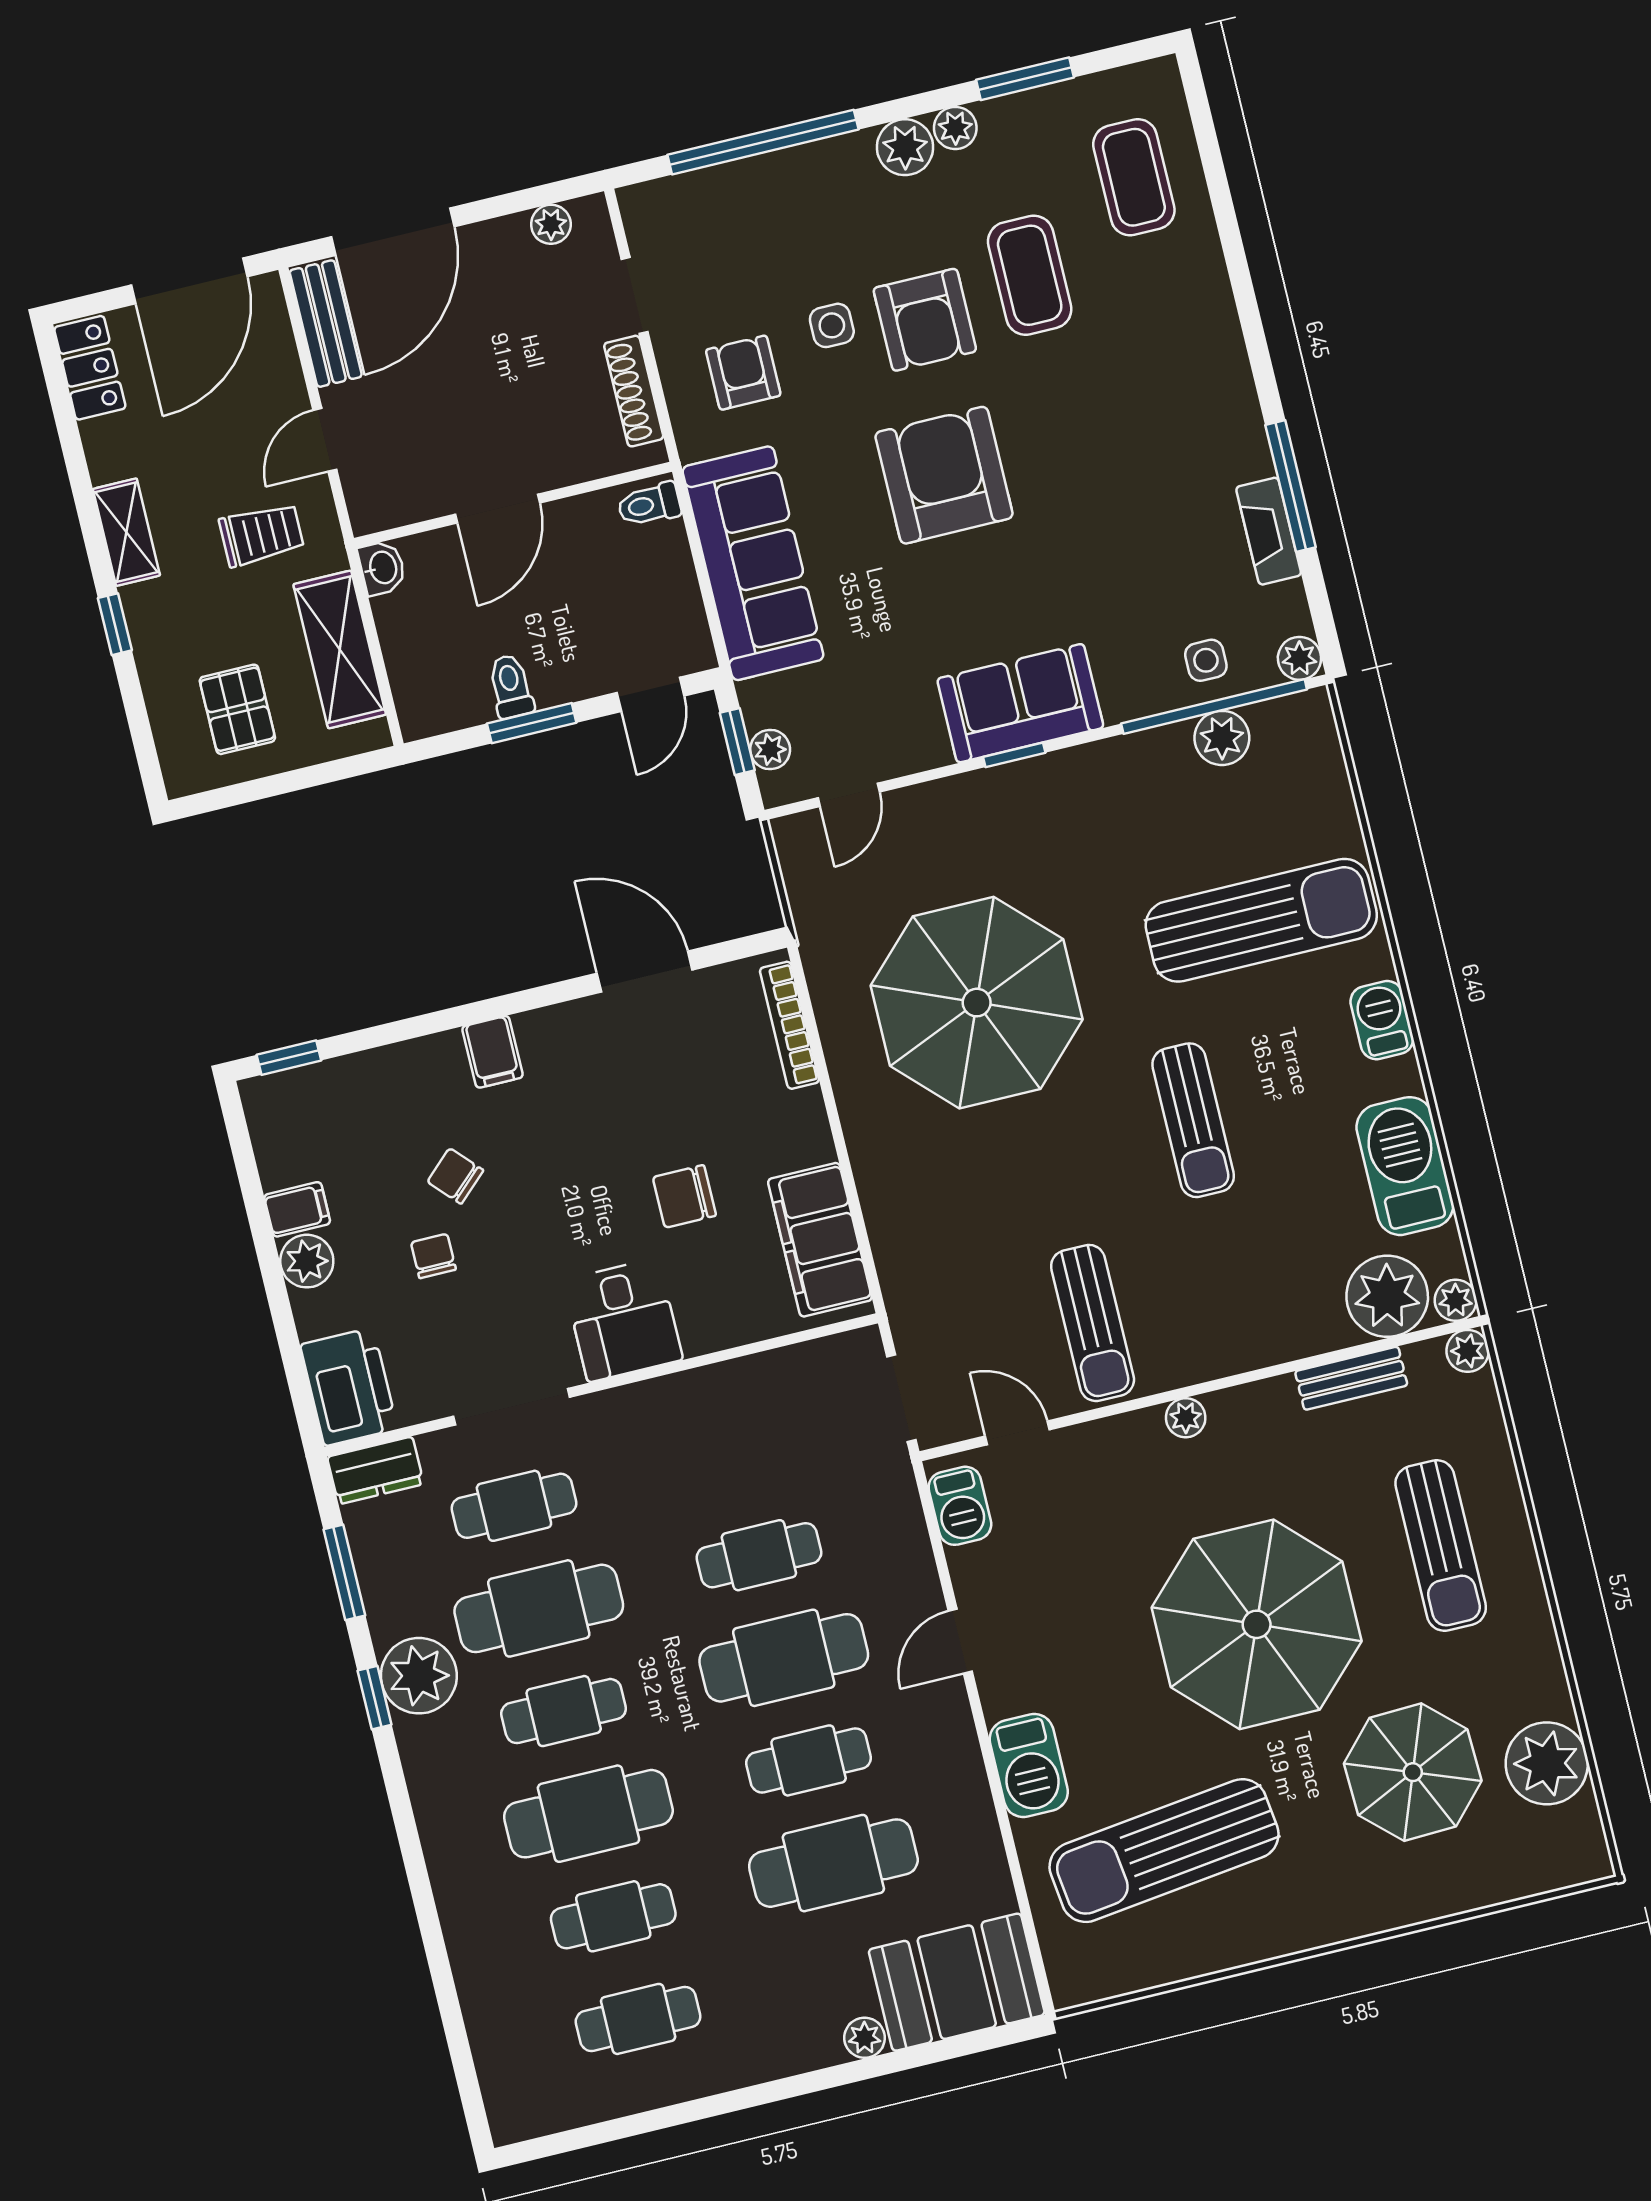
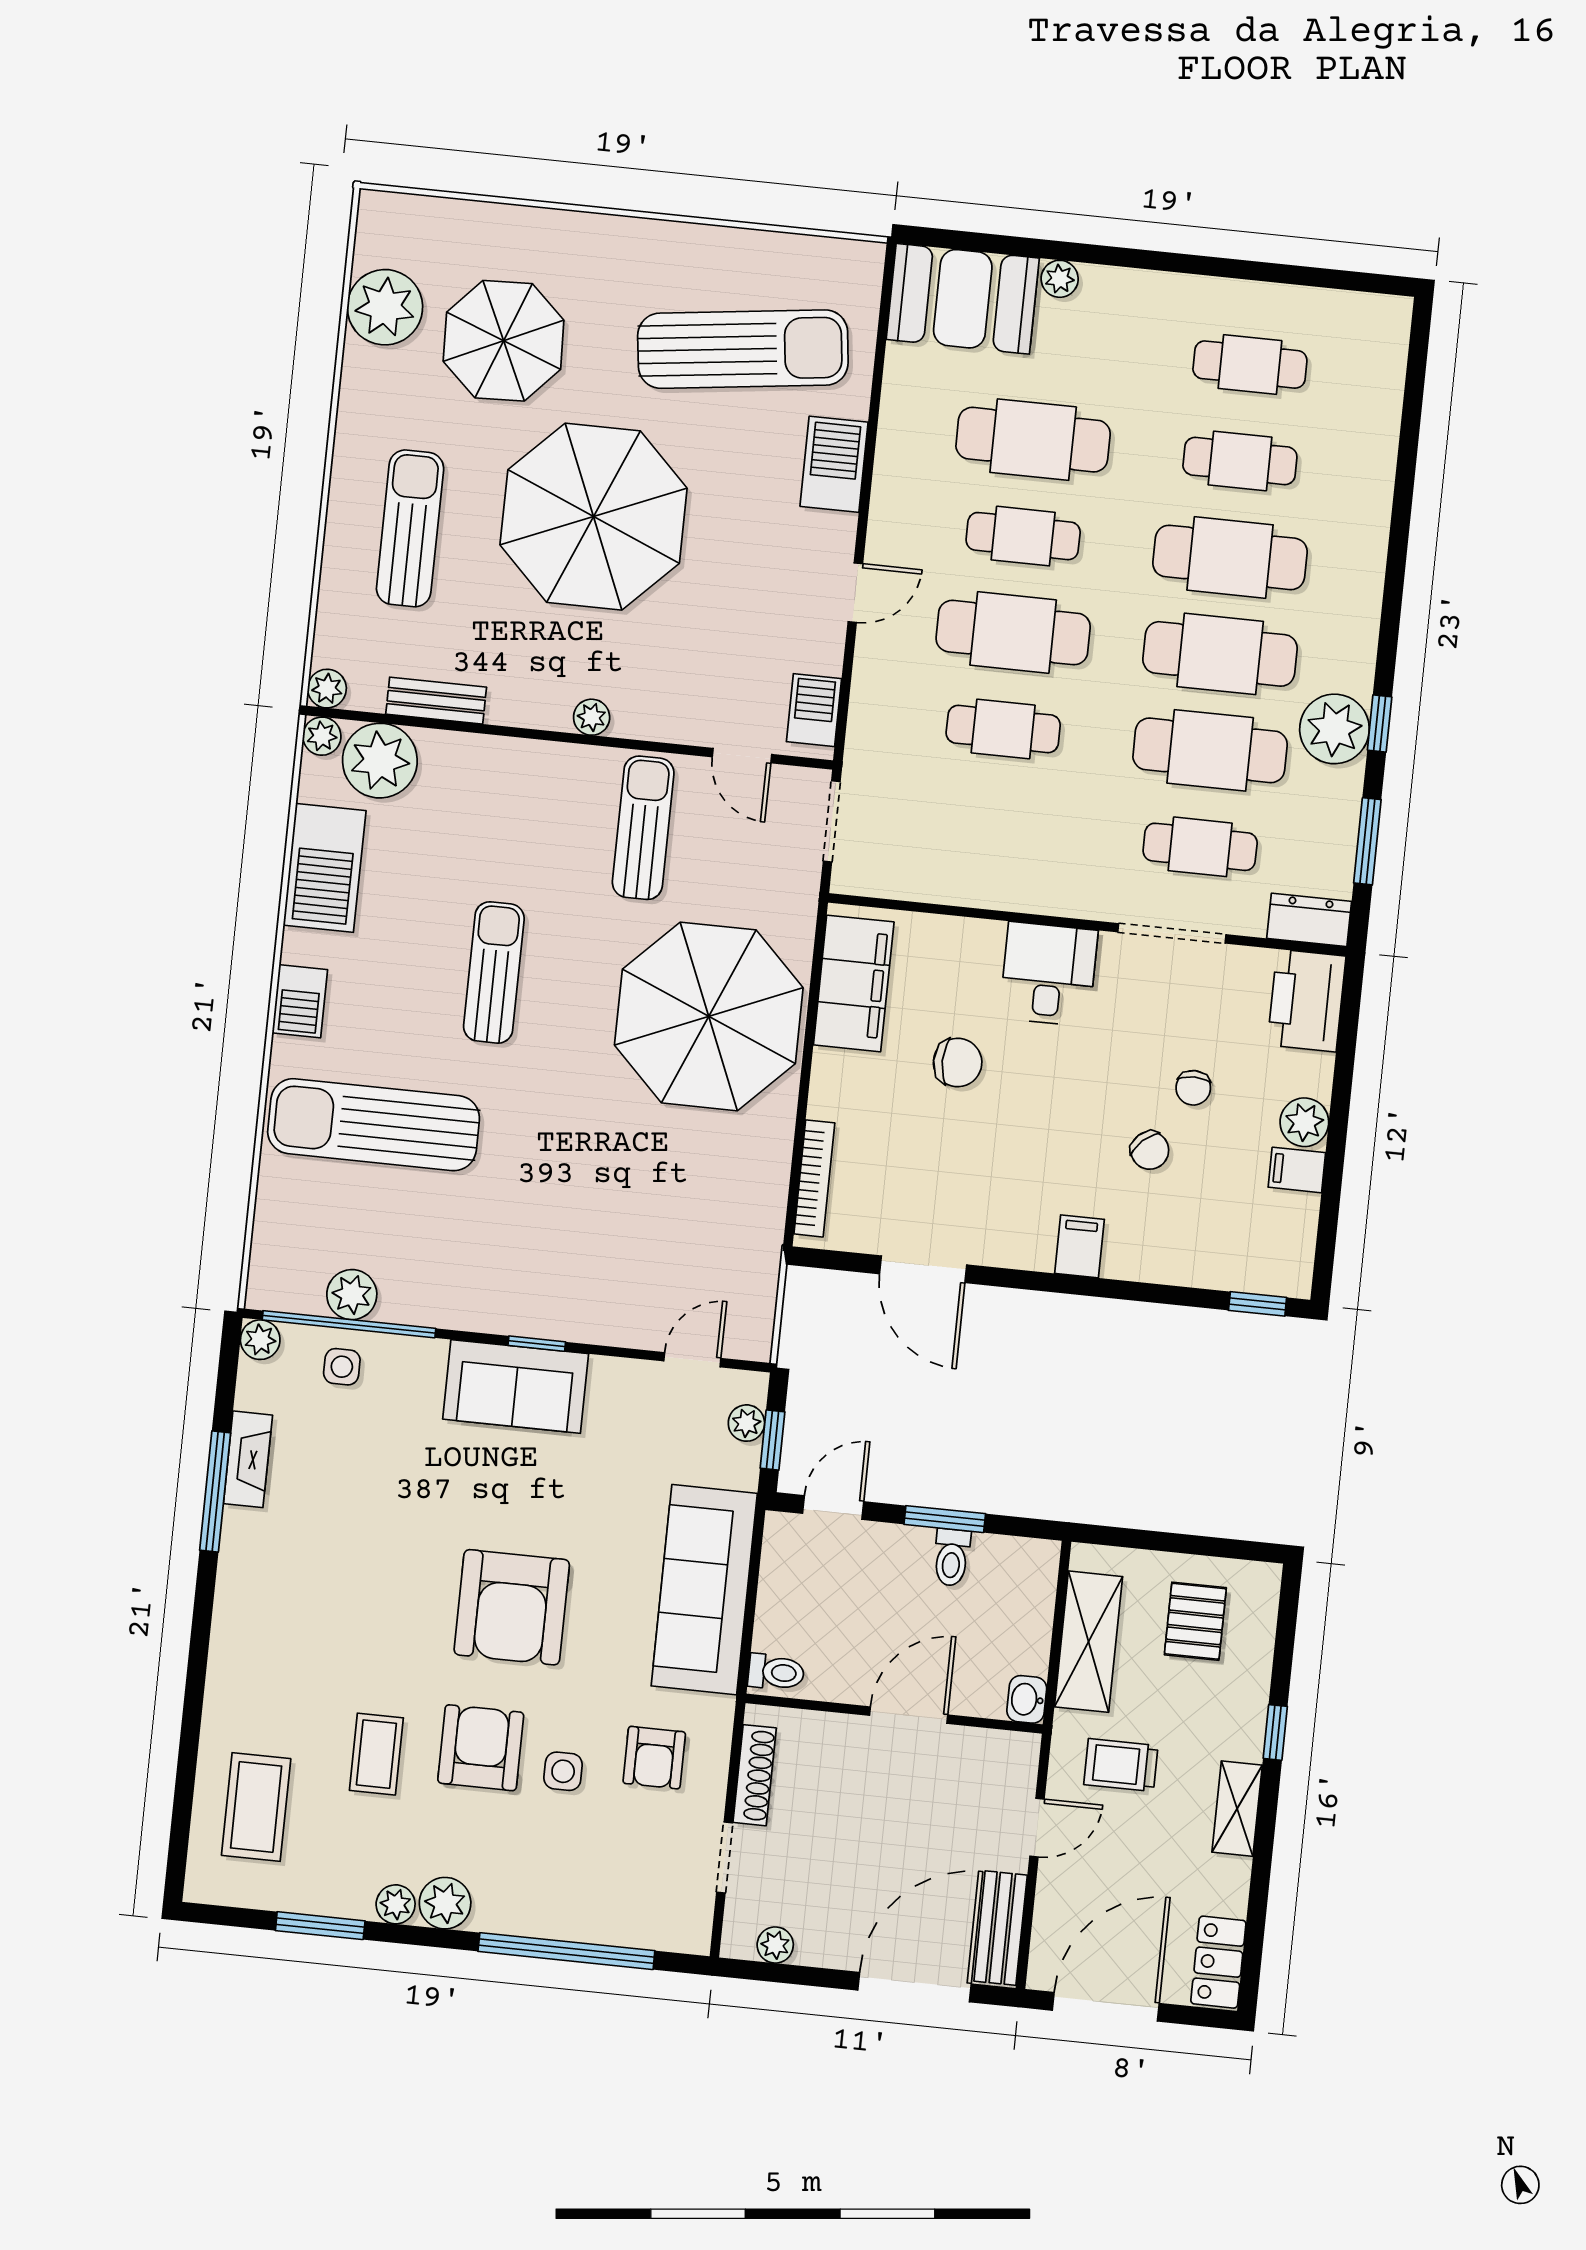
coffee table: (1030, 275) -> (376, 1754), width x0.73, depth x0.77
parasol: (977, 1003) -> (709, 1016), moved
cafe table: (564, 1711) -> (1220, 654), width x1.37, depth x1.35

